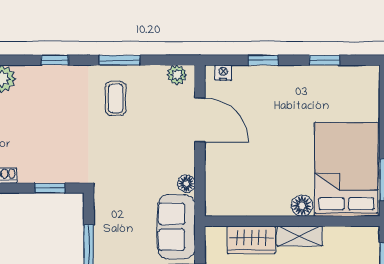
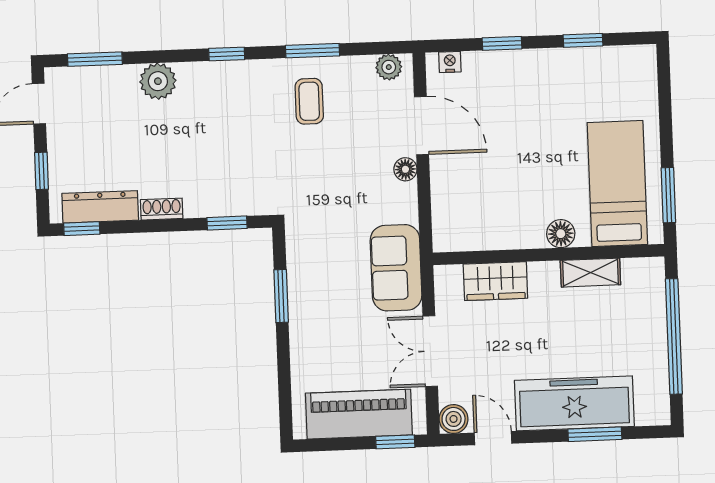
bed: (346, 169) -> (617, 183), width x0.67
floor lamp: (186, 184) -> (405, 169), moved
shelving: (300, 236) -> (590, 273), moved

